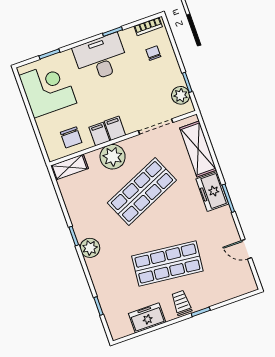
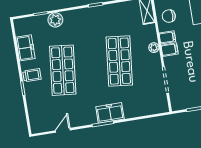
plant: (181, 95) -> (185, 102), removed
shelving: (198, 149) -> (143, 108), removed
plant: (113, 157) -> (154, 48), width x0.53, depth x0.53
shop shelf: (142, 192) -> (119, 61), turned 30
plant: (90, 248) -> (55, 20), moved

